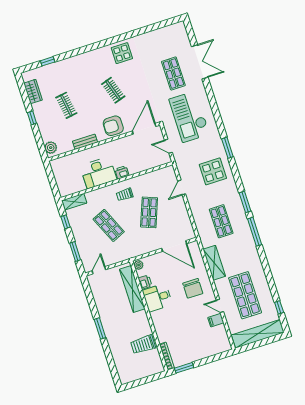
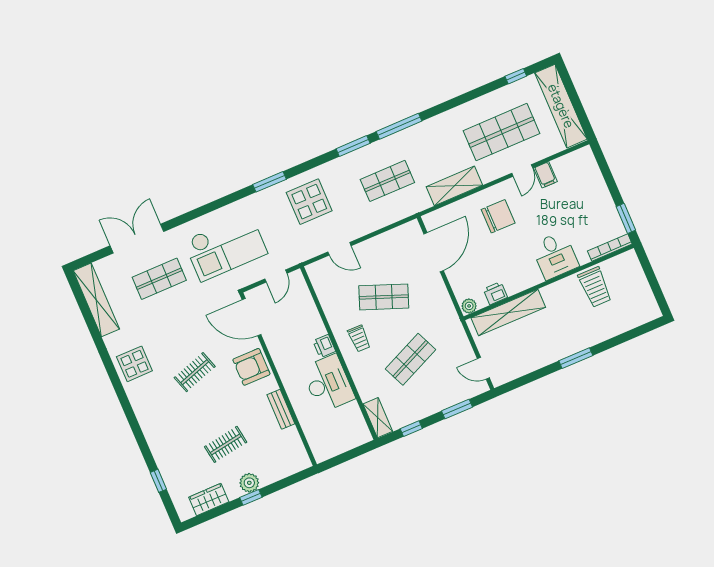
shelving: (164, 33) -> (96, 300), added
armchair: (113, 126) -> (251, 367), turned 90
plant: (51, 148) -> (249, 483), moved
desk: (157, 298) -> (555, 255), moved

